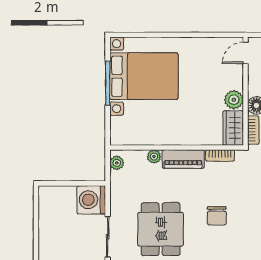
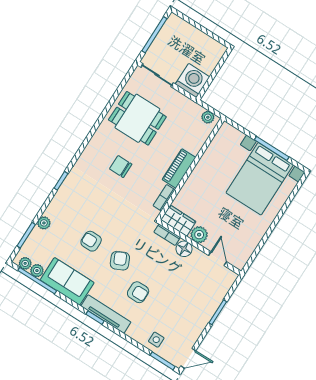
door: (245, 53) -> (218, 259), moved
plant: (154, 157) -> (195, 148), removed

